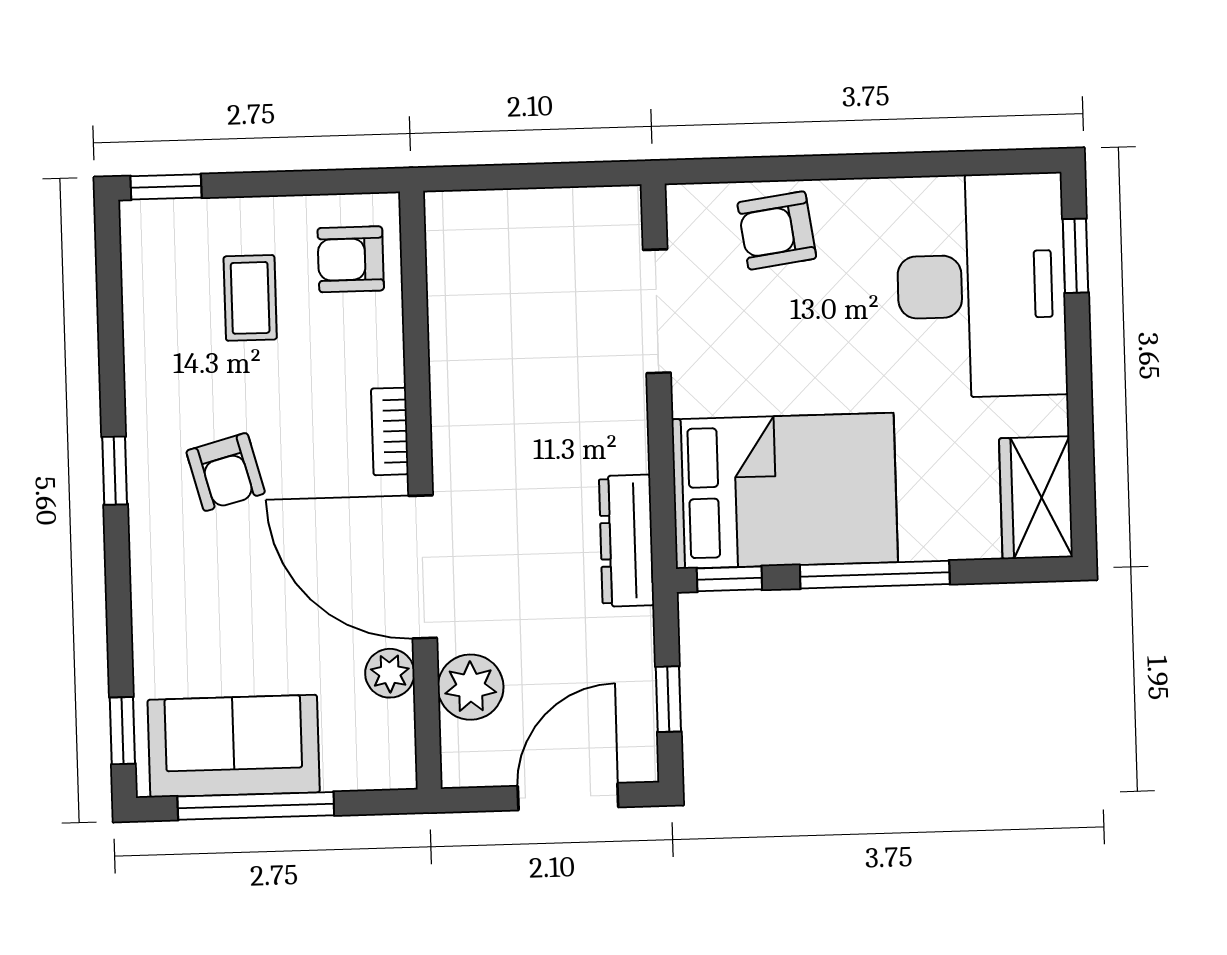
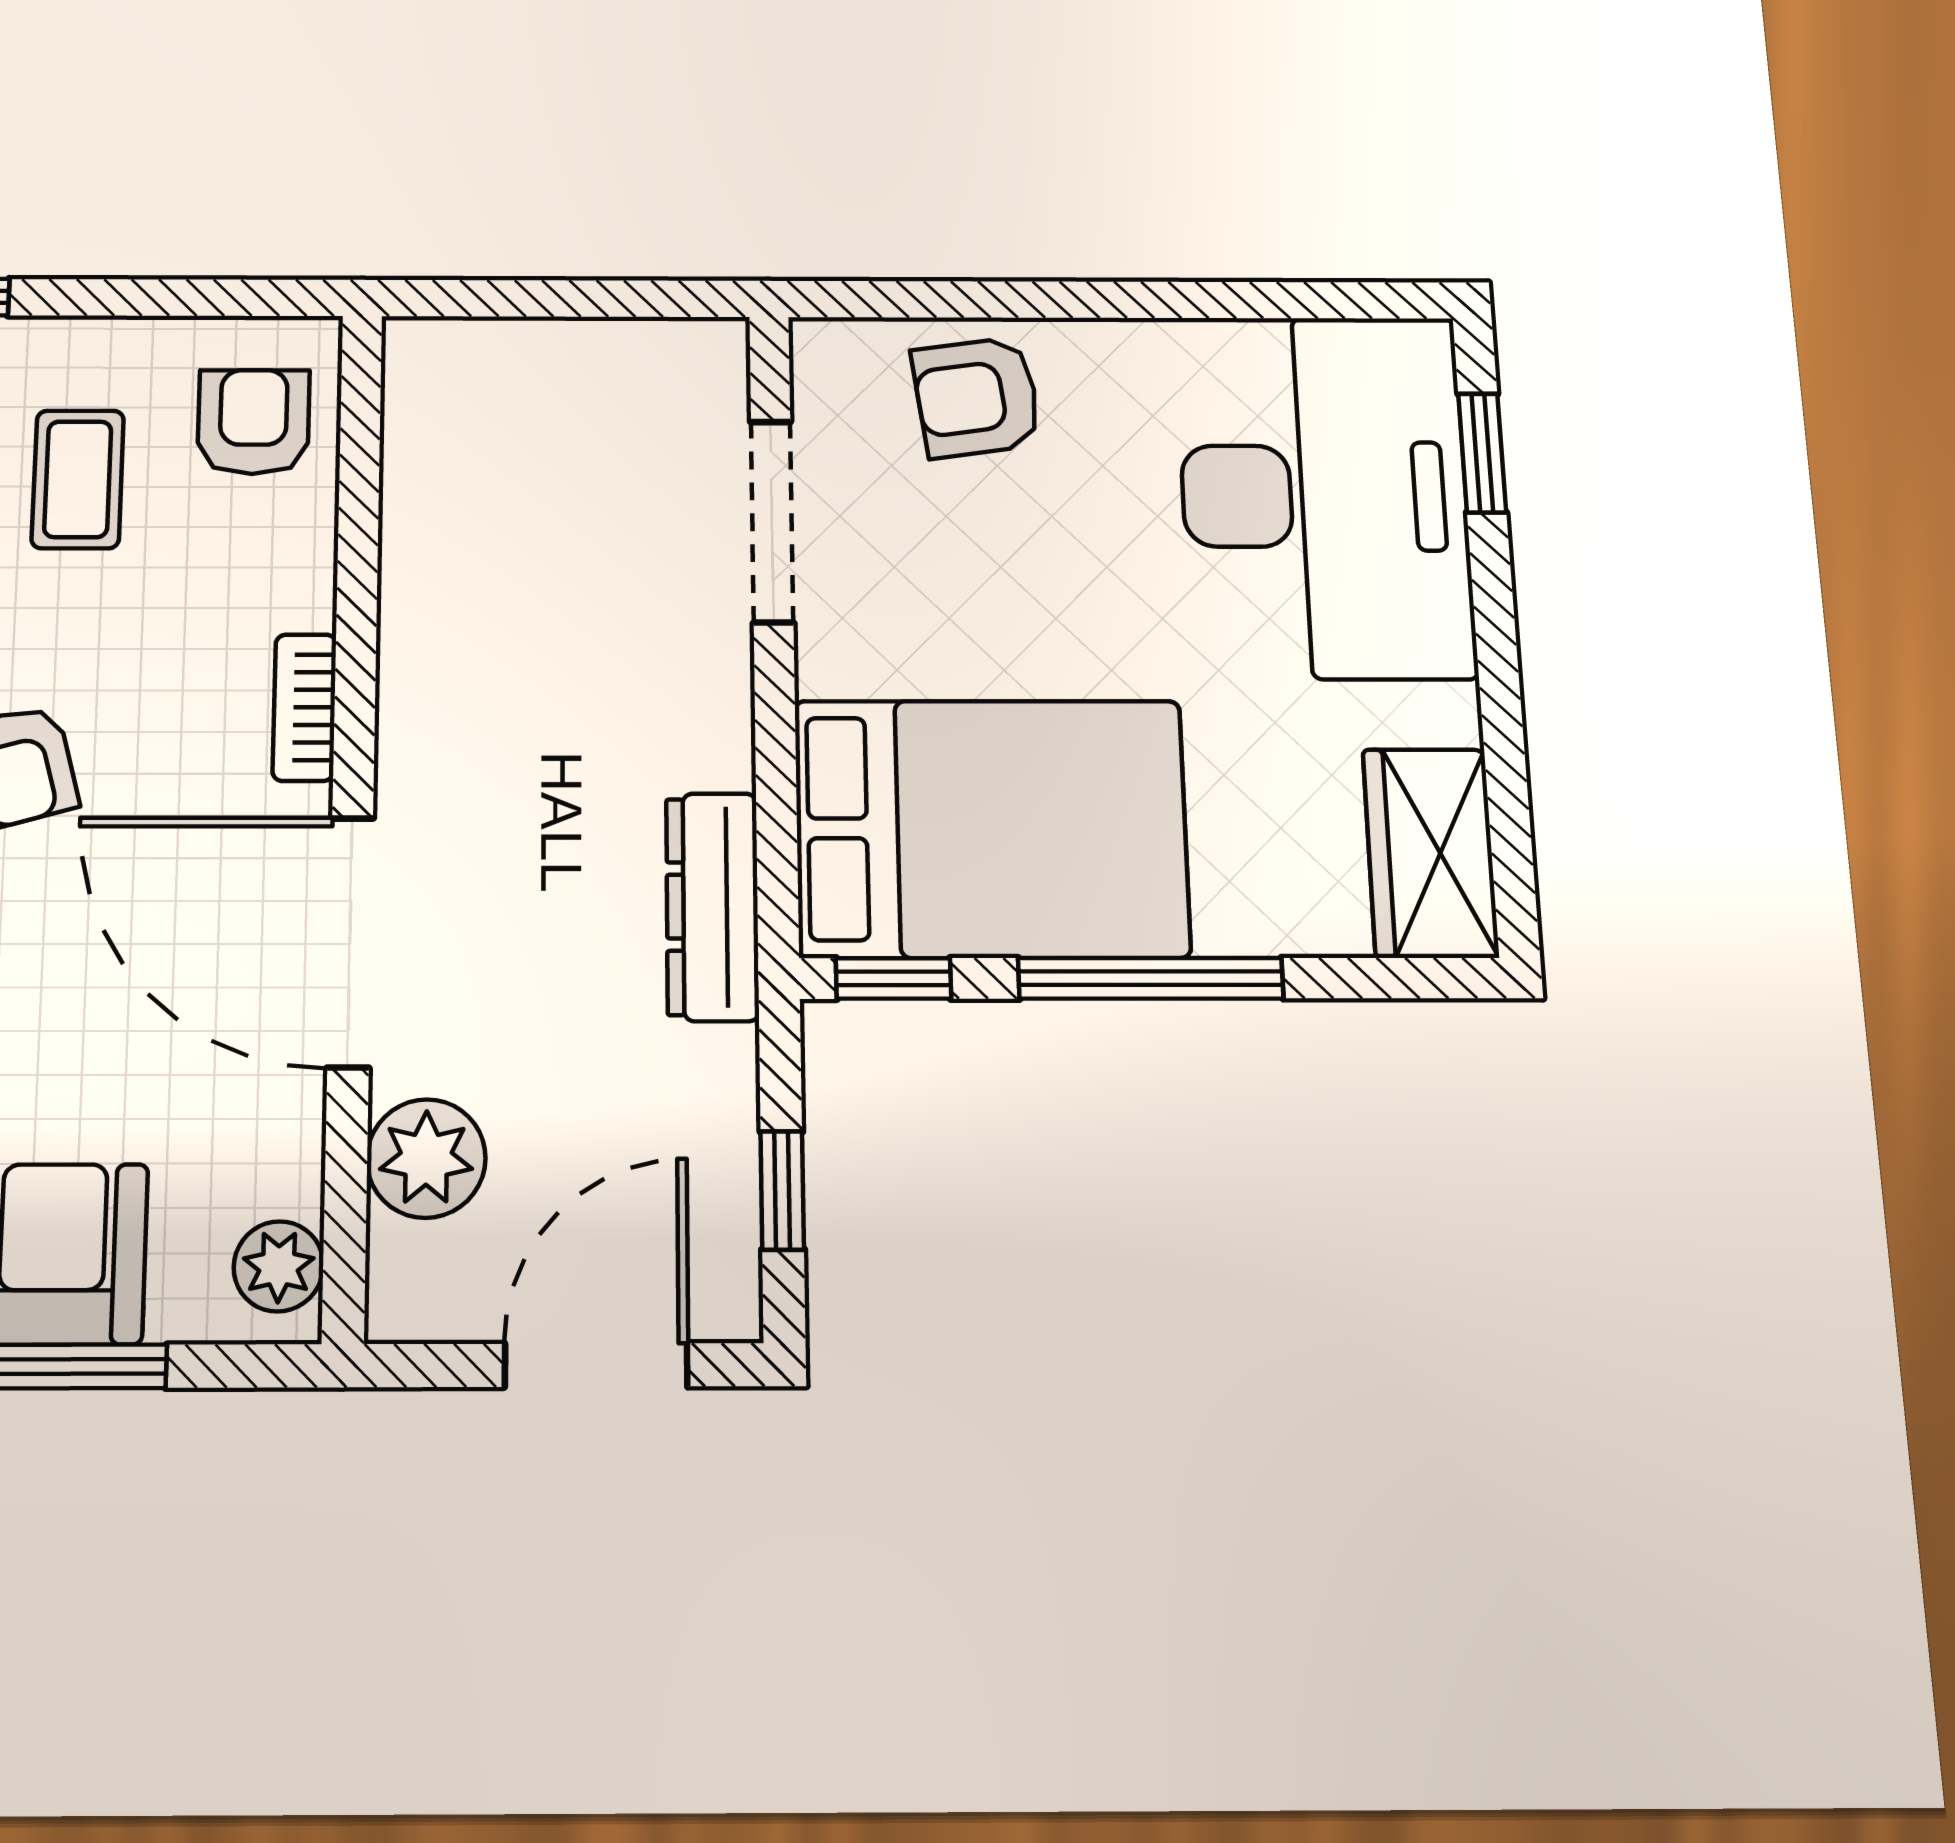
armchair: (351, 259) -> (253, 422), turned 90
plant: (390, 673) -> (279, 1266), moved

